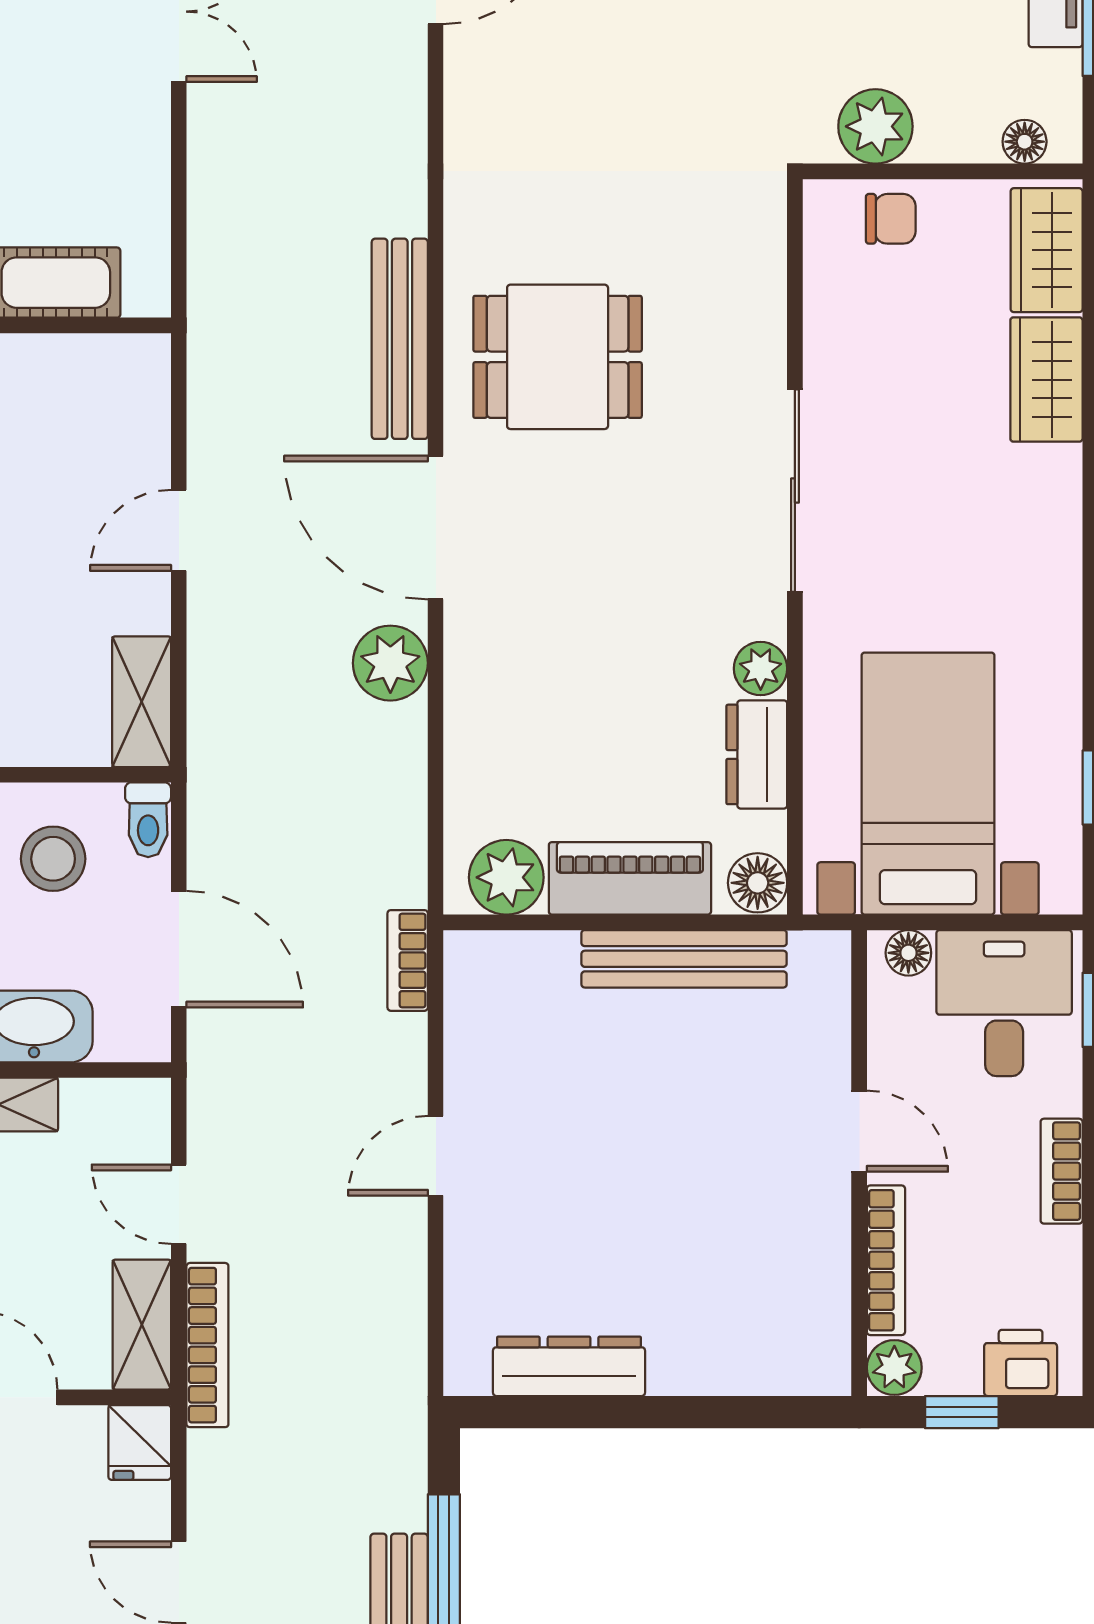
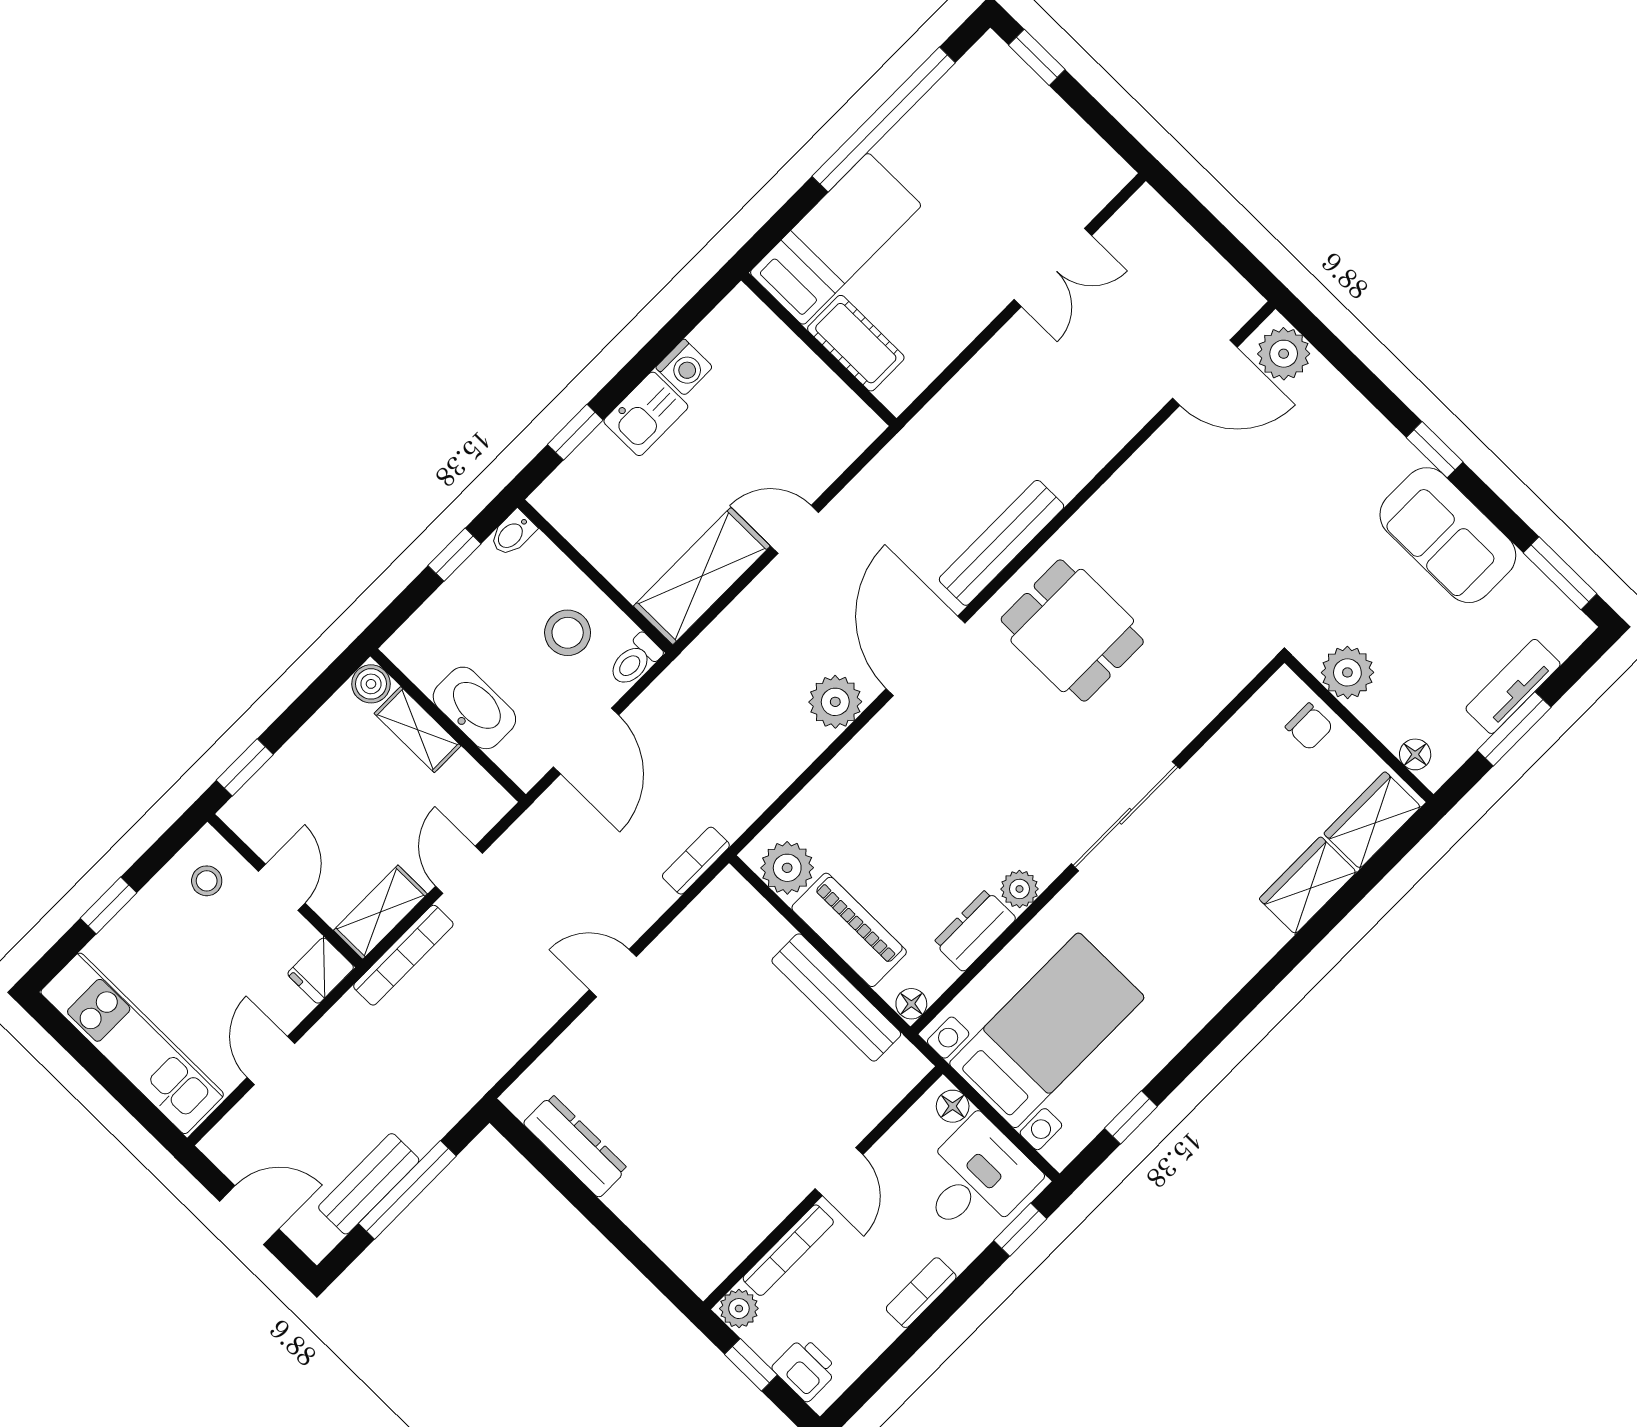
shelving: (142, 702) -> (702, 576), width x1.50, depth x1.33
floor lamp: (758, 883) -> (911, 1004), width x0.73, depth x0.73

